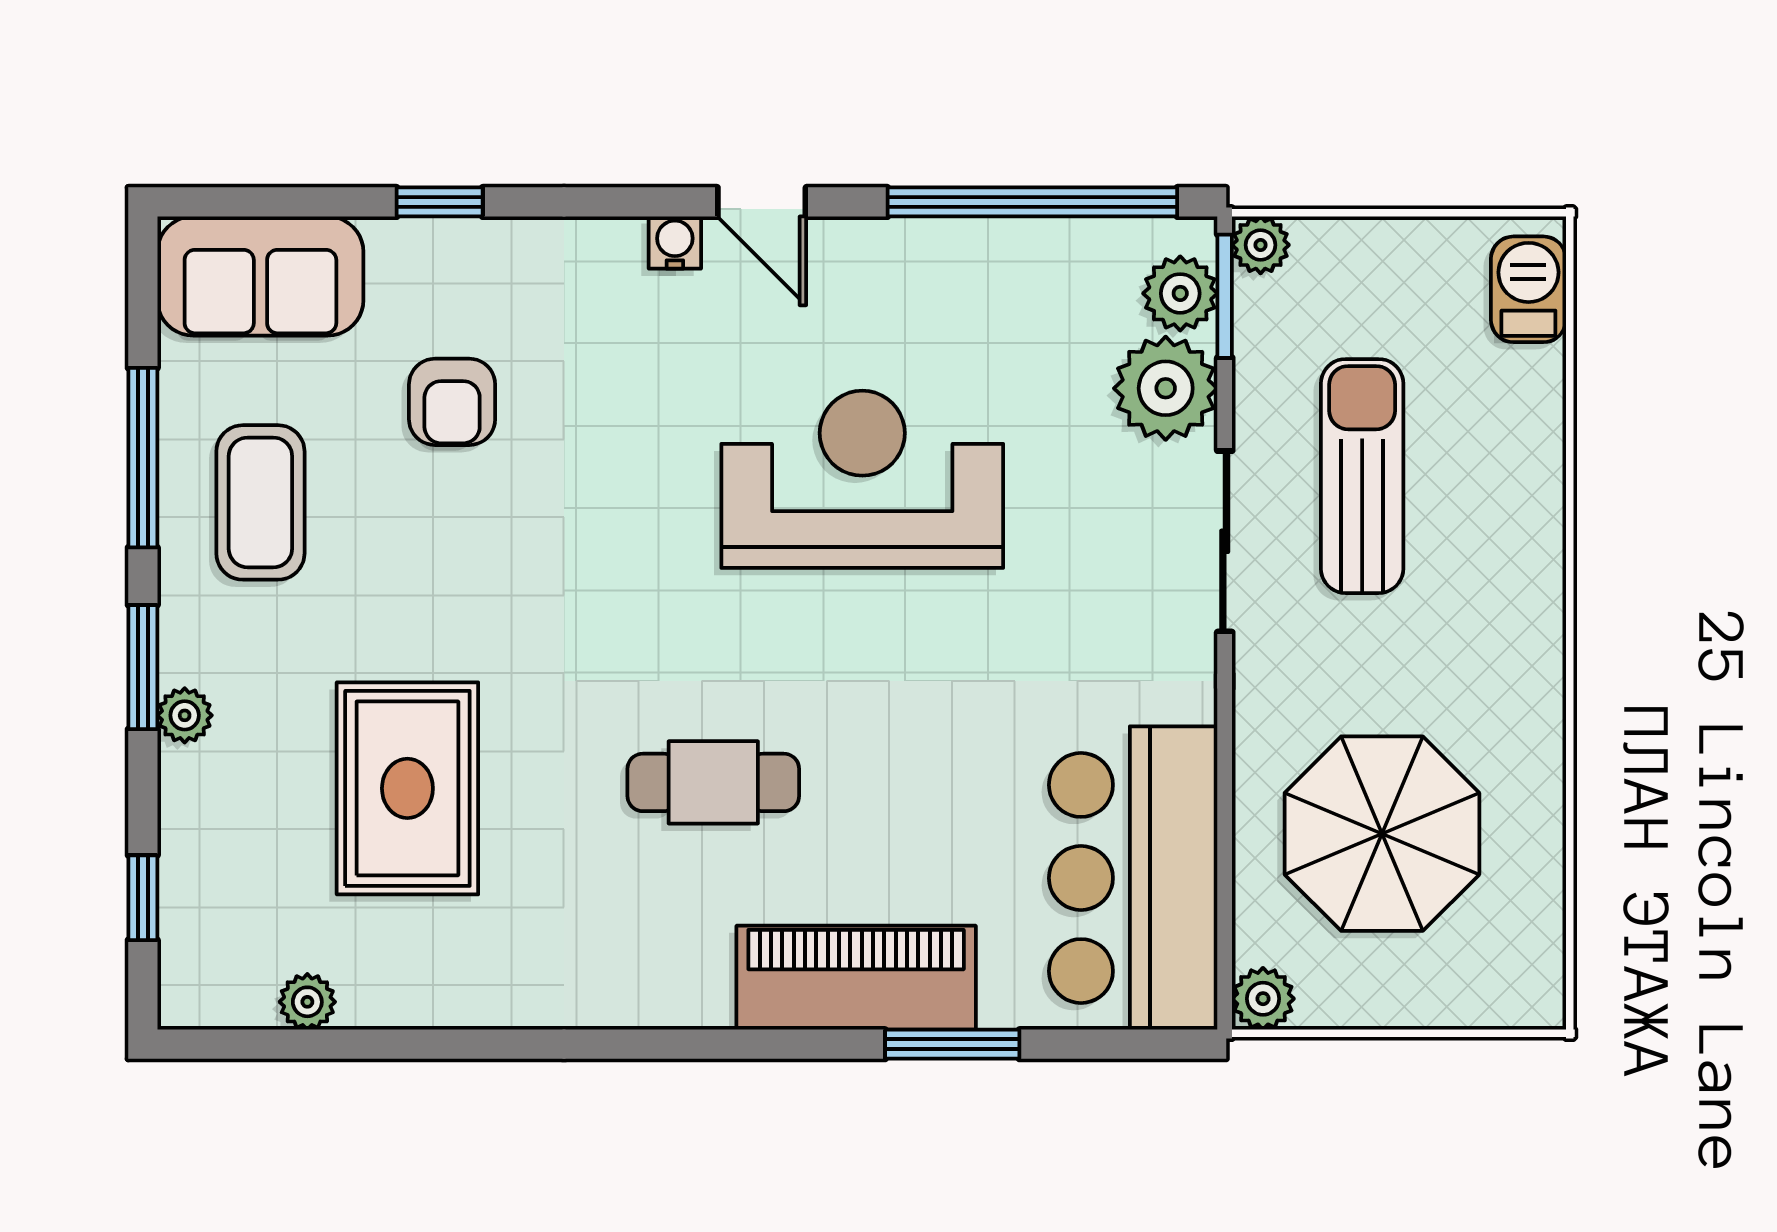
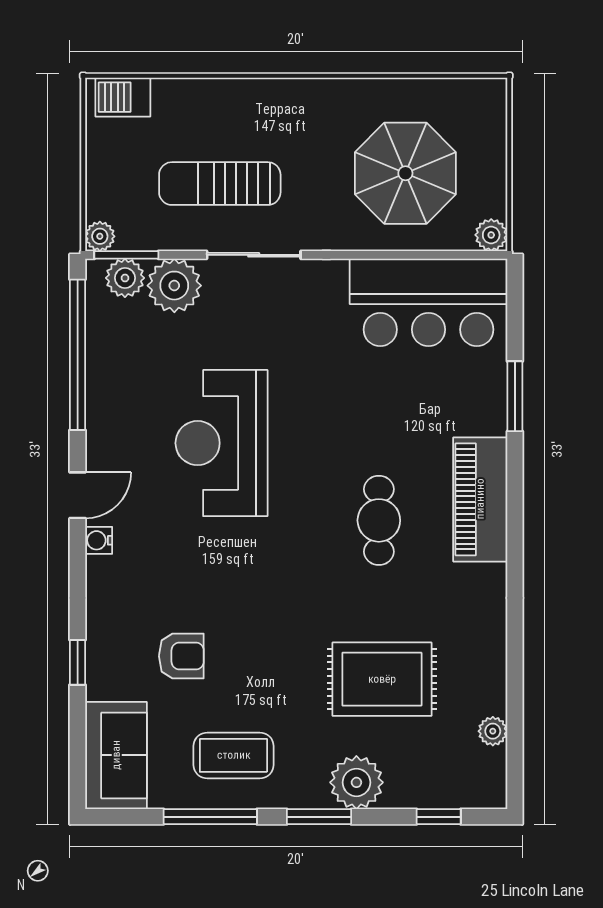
plant: (185, 715) -> (356, 782), width x1.88, depth x1.88
piano: (856, 978) -> (480, 499), moved

